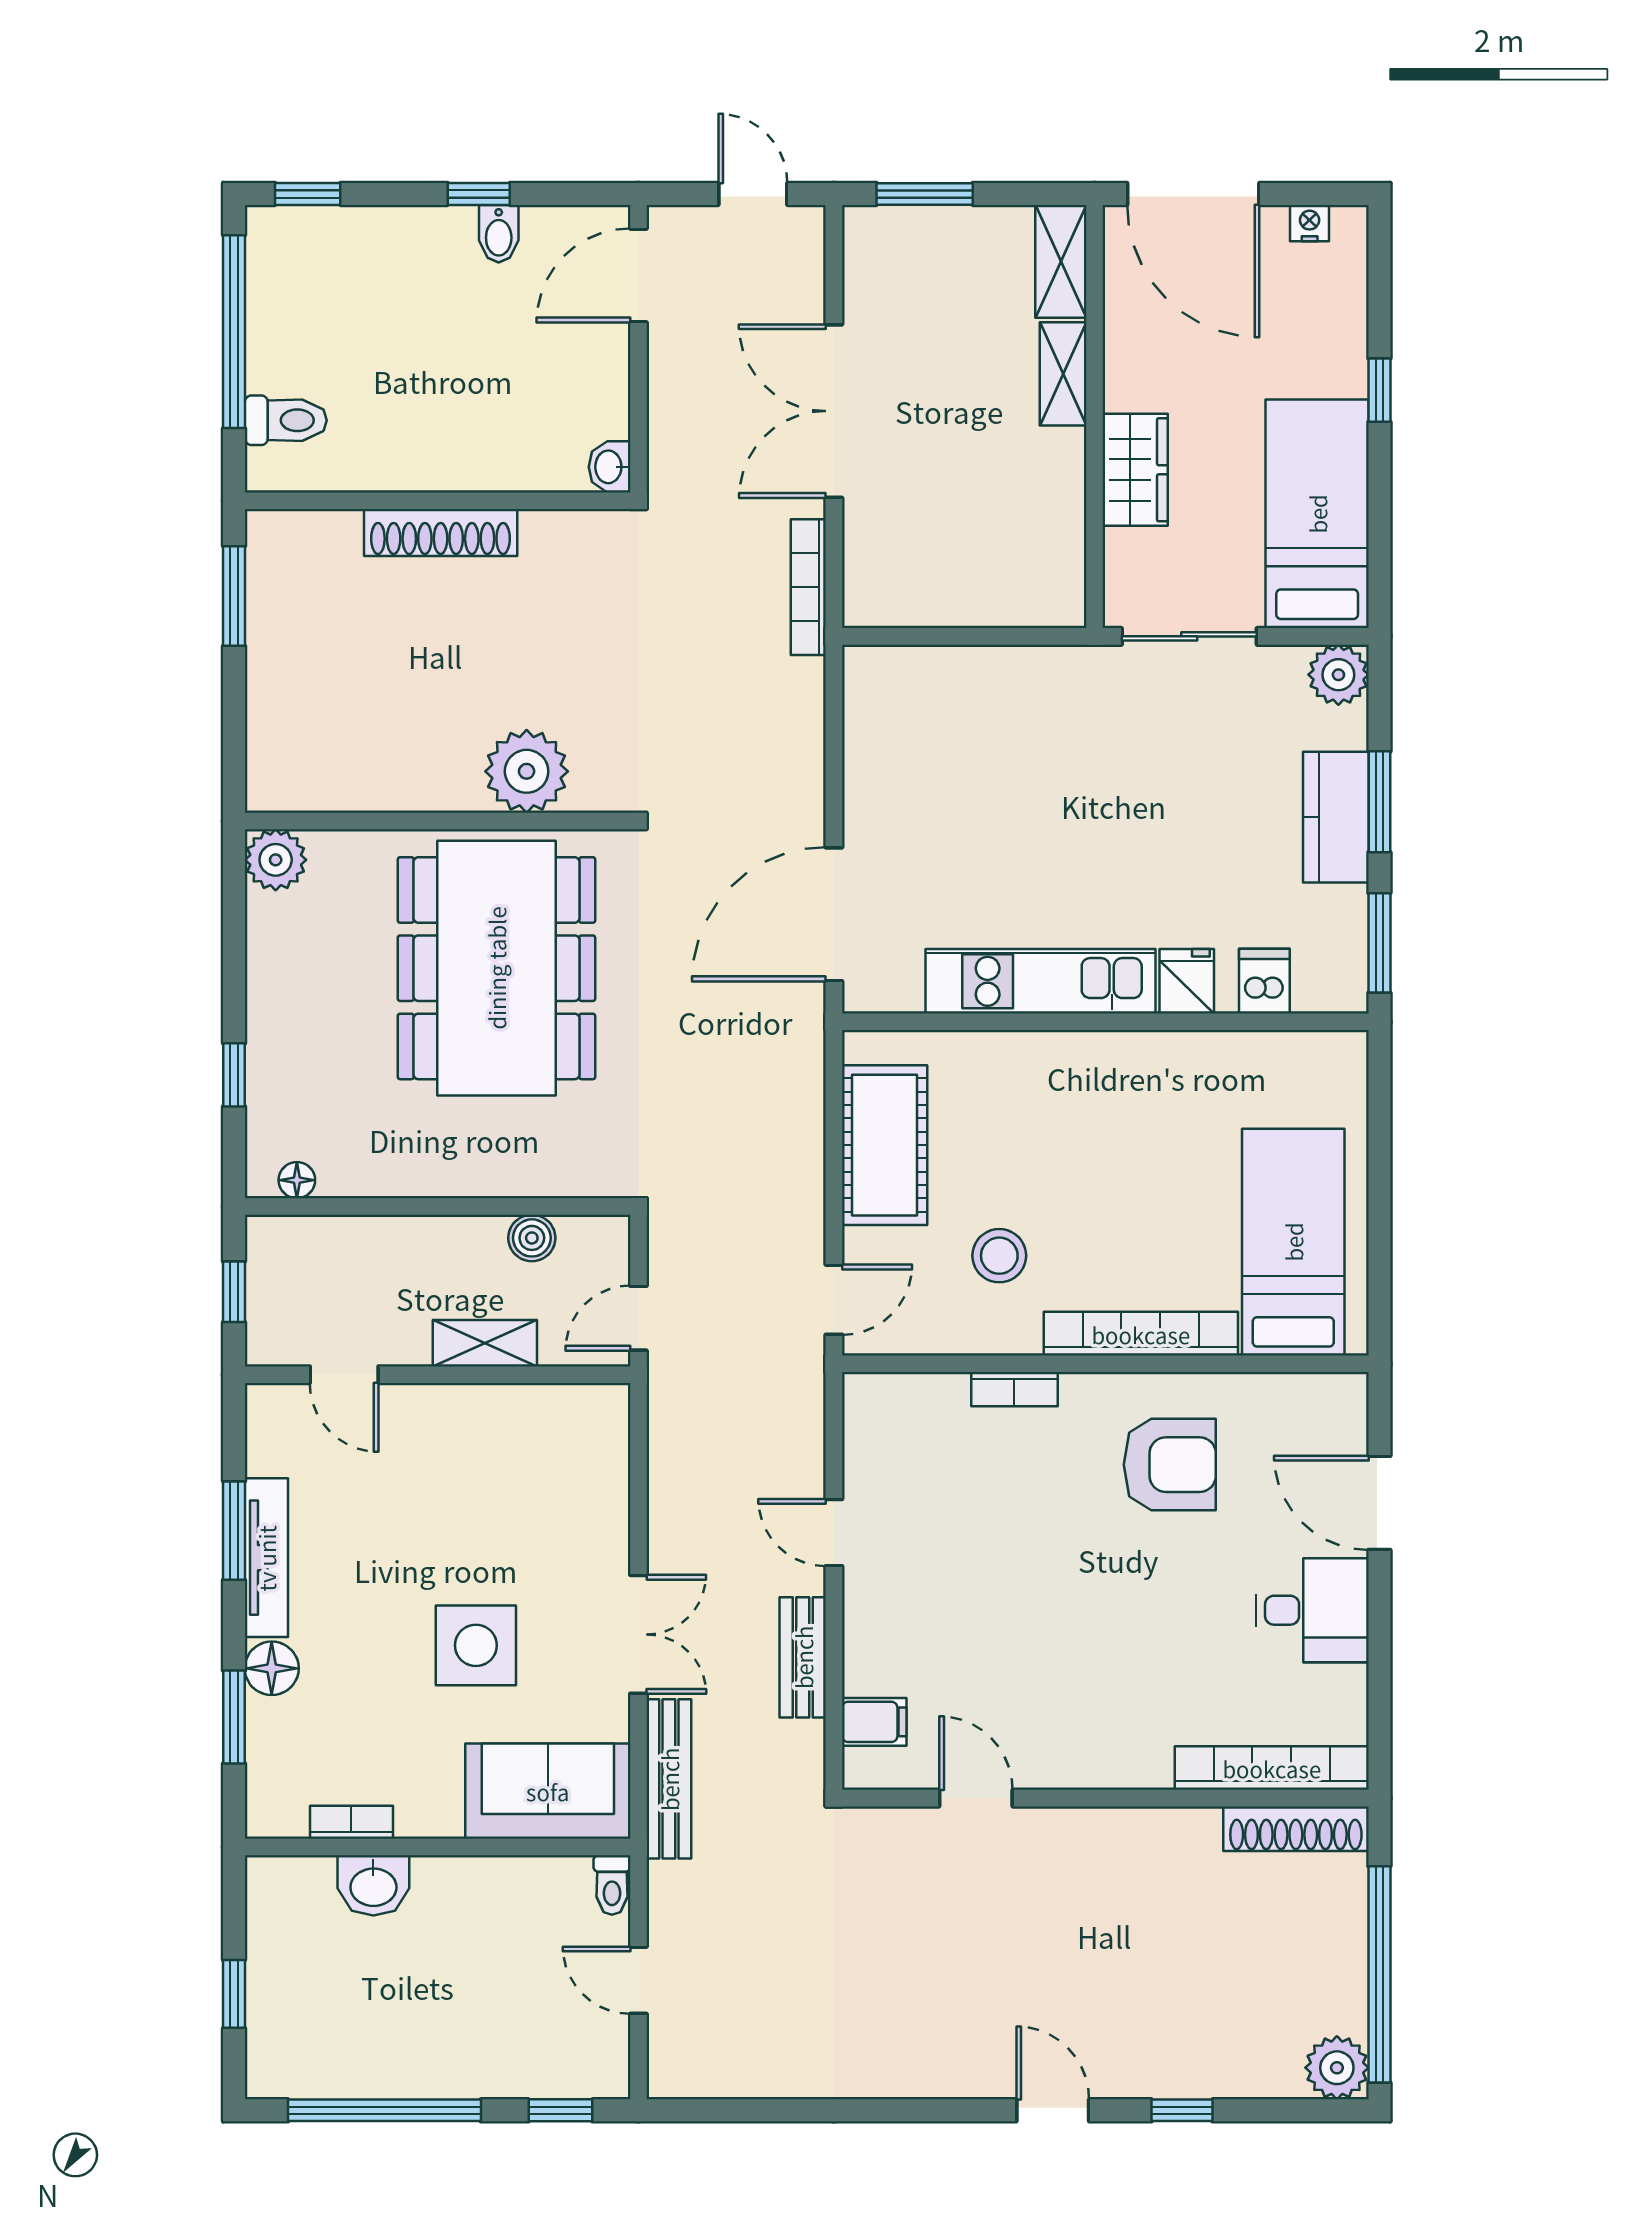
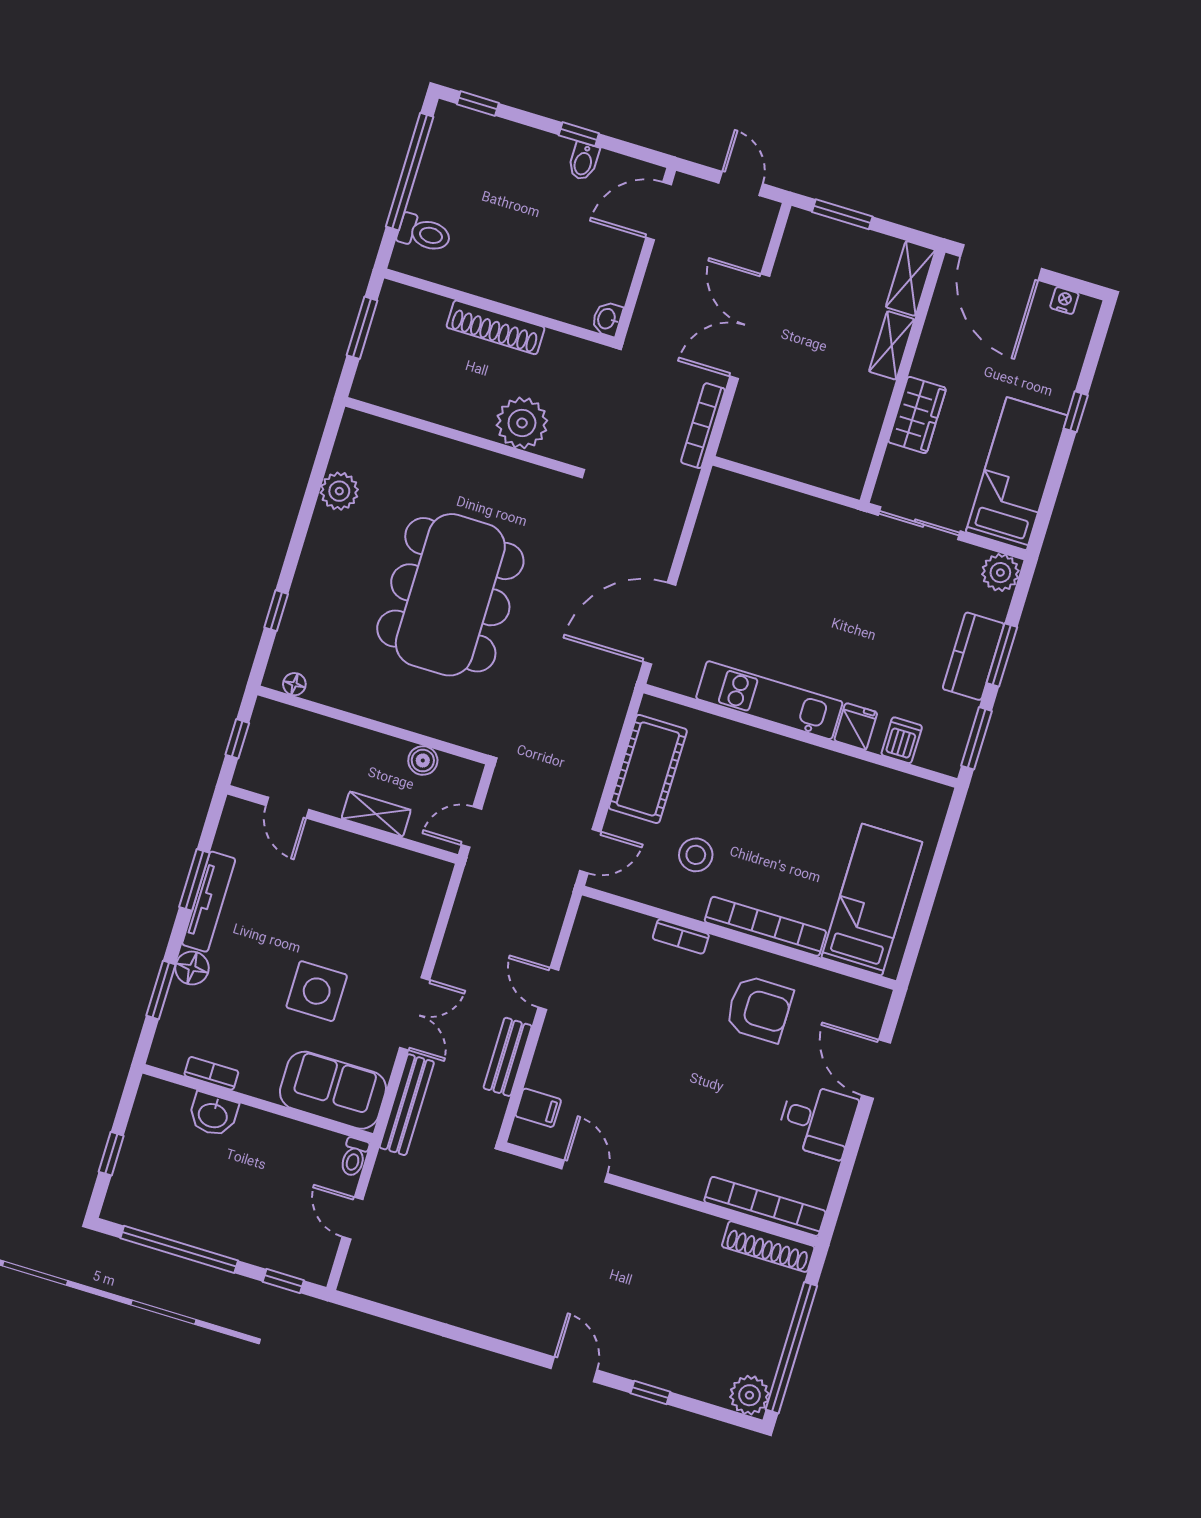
plant: (527, 771) -> (522, 423), moved
wall: (438, 821) -> (460, 436), moved

